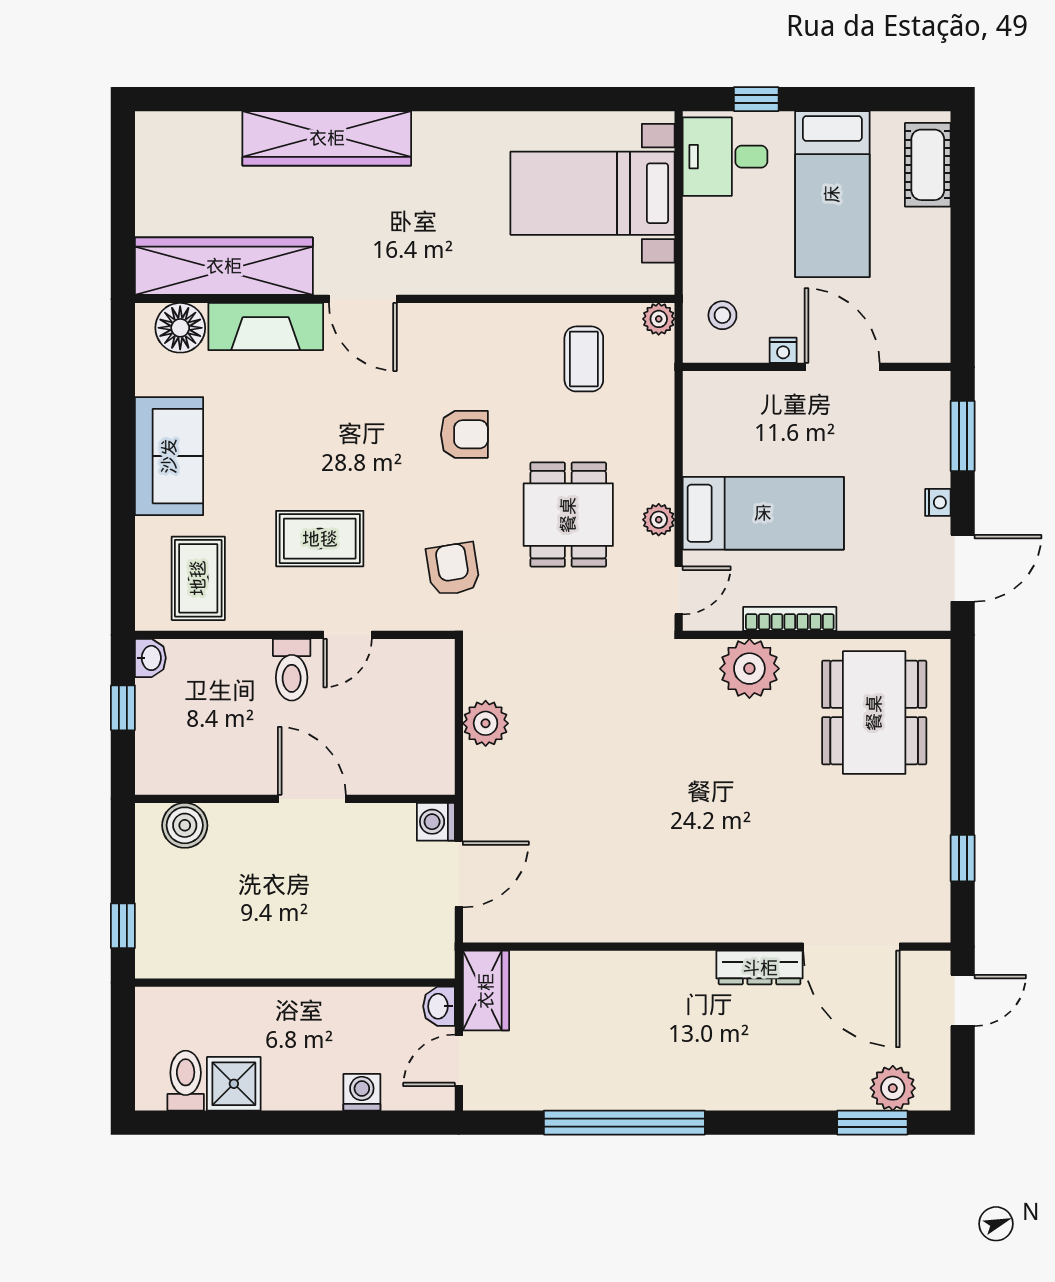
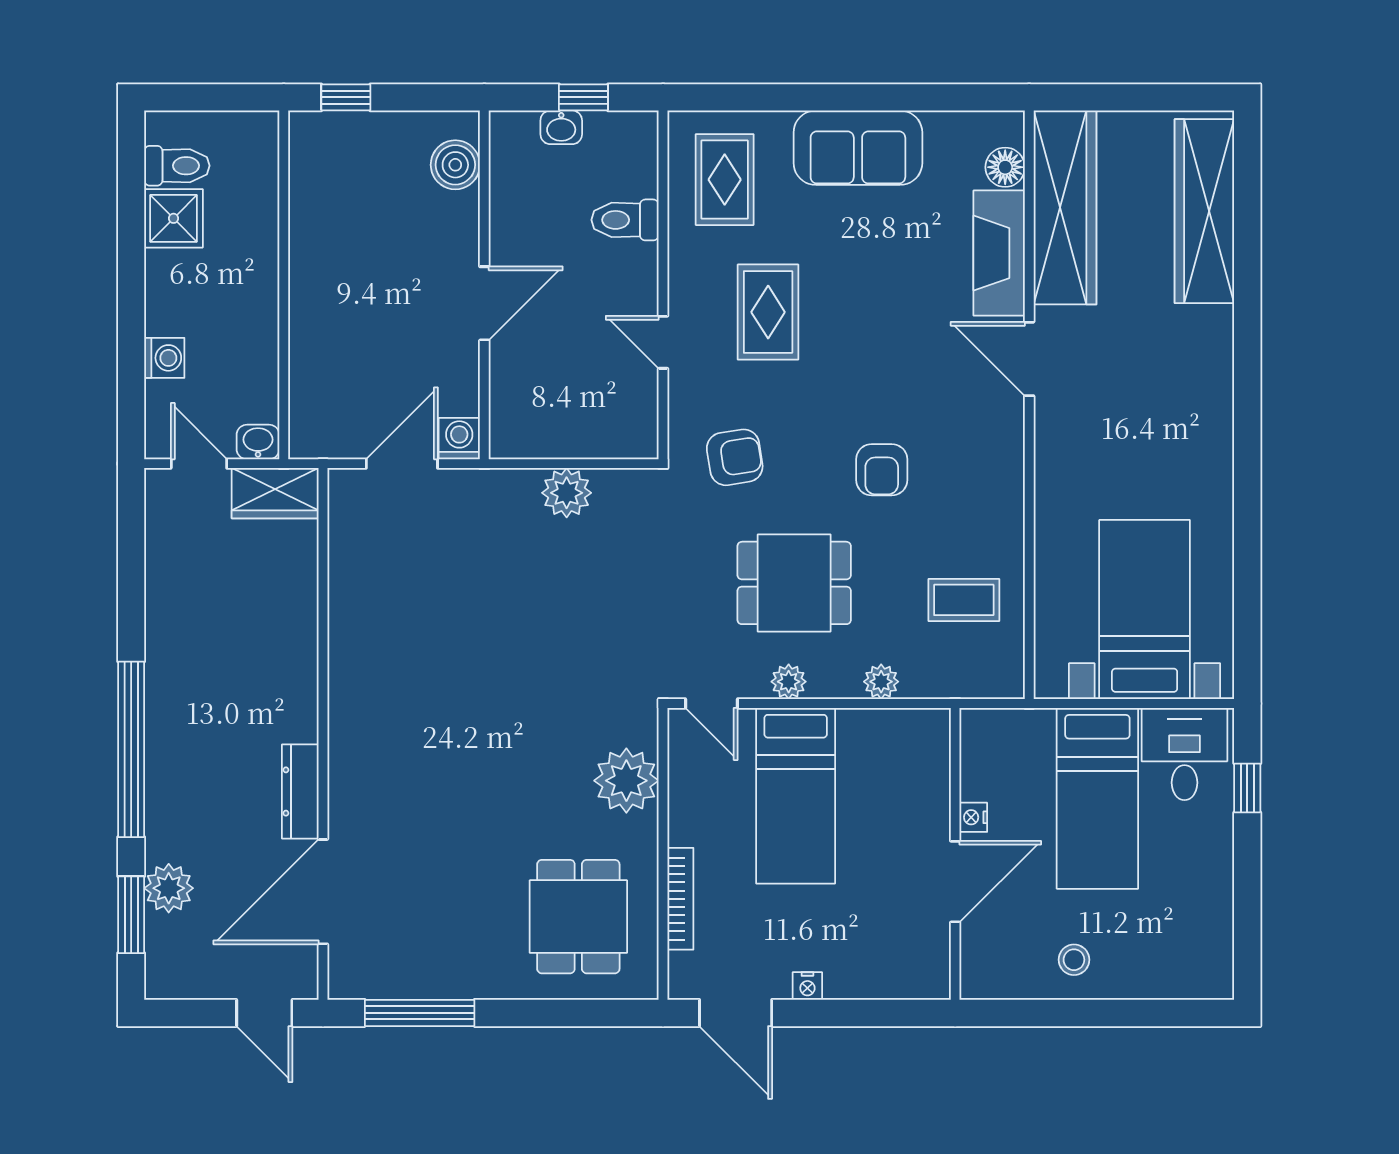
wardrobe: (327, 138) -> (1204, 211), moved
cot: (928, 165) -> (1176, 975), removed
bed: (832, 194) -> (1097, 798), moved, turned -90
door: (363, 299) -> (1029, 359), hinge flipped
stool: (722, 315) -> (1074, 960), moved
plant: (659, 319) -> (881, 682), moved
floor lamp: (180, 328) -> (1005, 167), width x0.73, depth x0.73
window: (963, 436) -> (880, 1013), removed
rug: (198, 578) -> (725, 180), turned 90
bookcase: (790, 619) -> (680, 899), moved
washbasin: (150, 658) -> (561, 127), moved
toilet: (292, 670) -> (625, 220), moved
dining table: (874, 713) -> (578, 917), width x0.73
window: (963, 858) -> (420, 1013), width x2.17
door: (459, 874) -> (402, 464), swing flipped
plant: (893, 1088) -> (169, 888), moved
window: (624, 1123) -> (131, 749), moved

